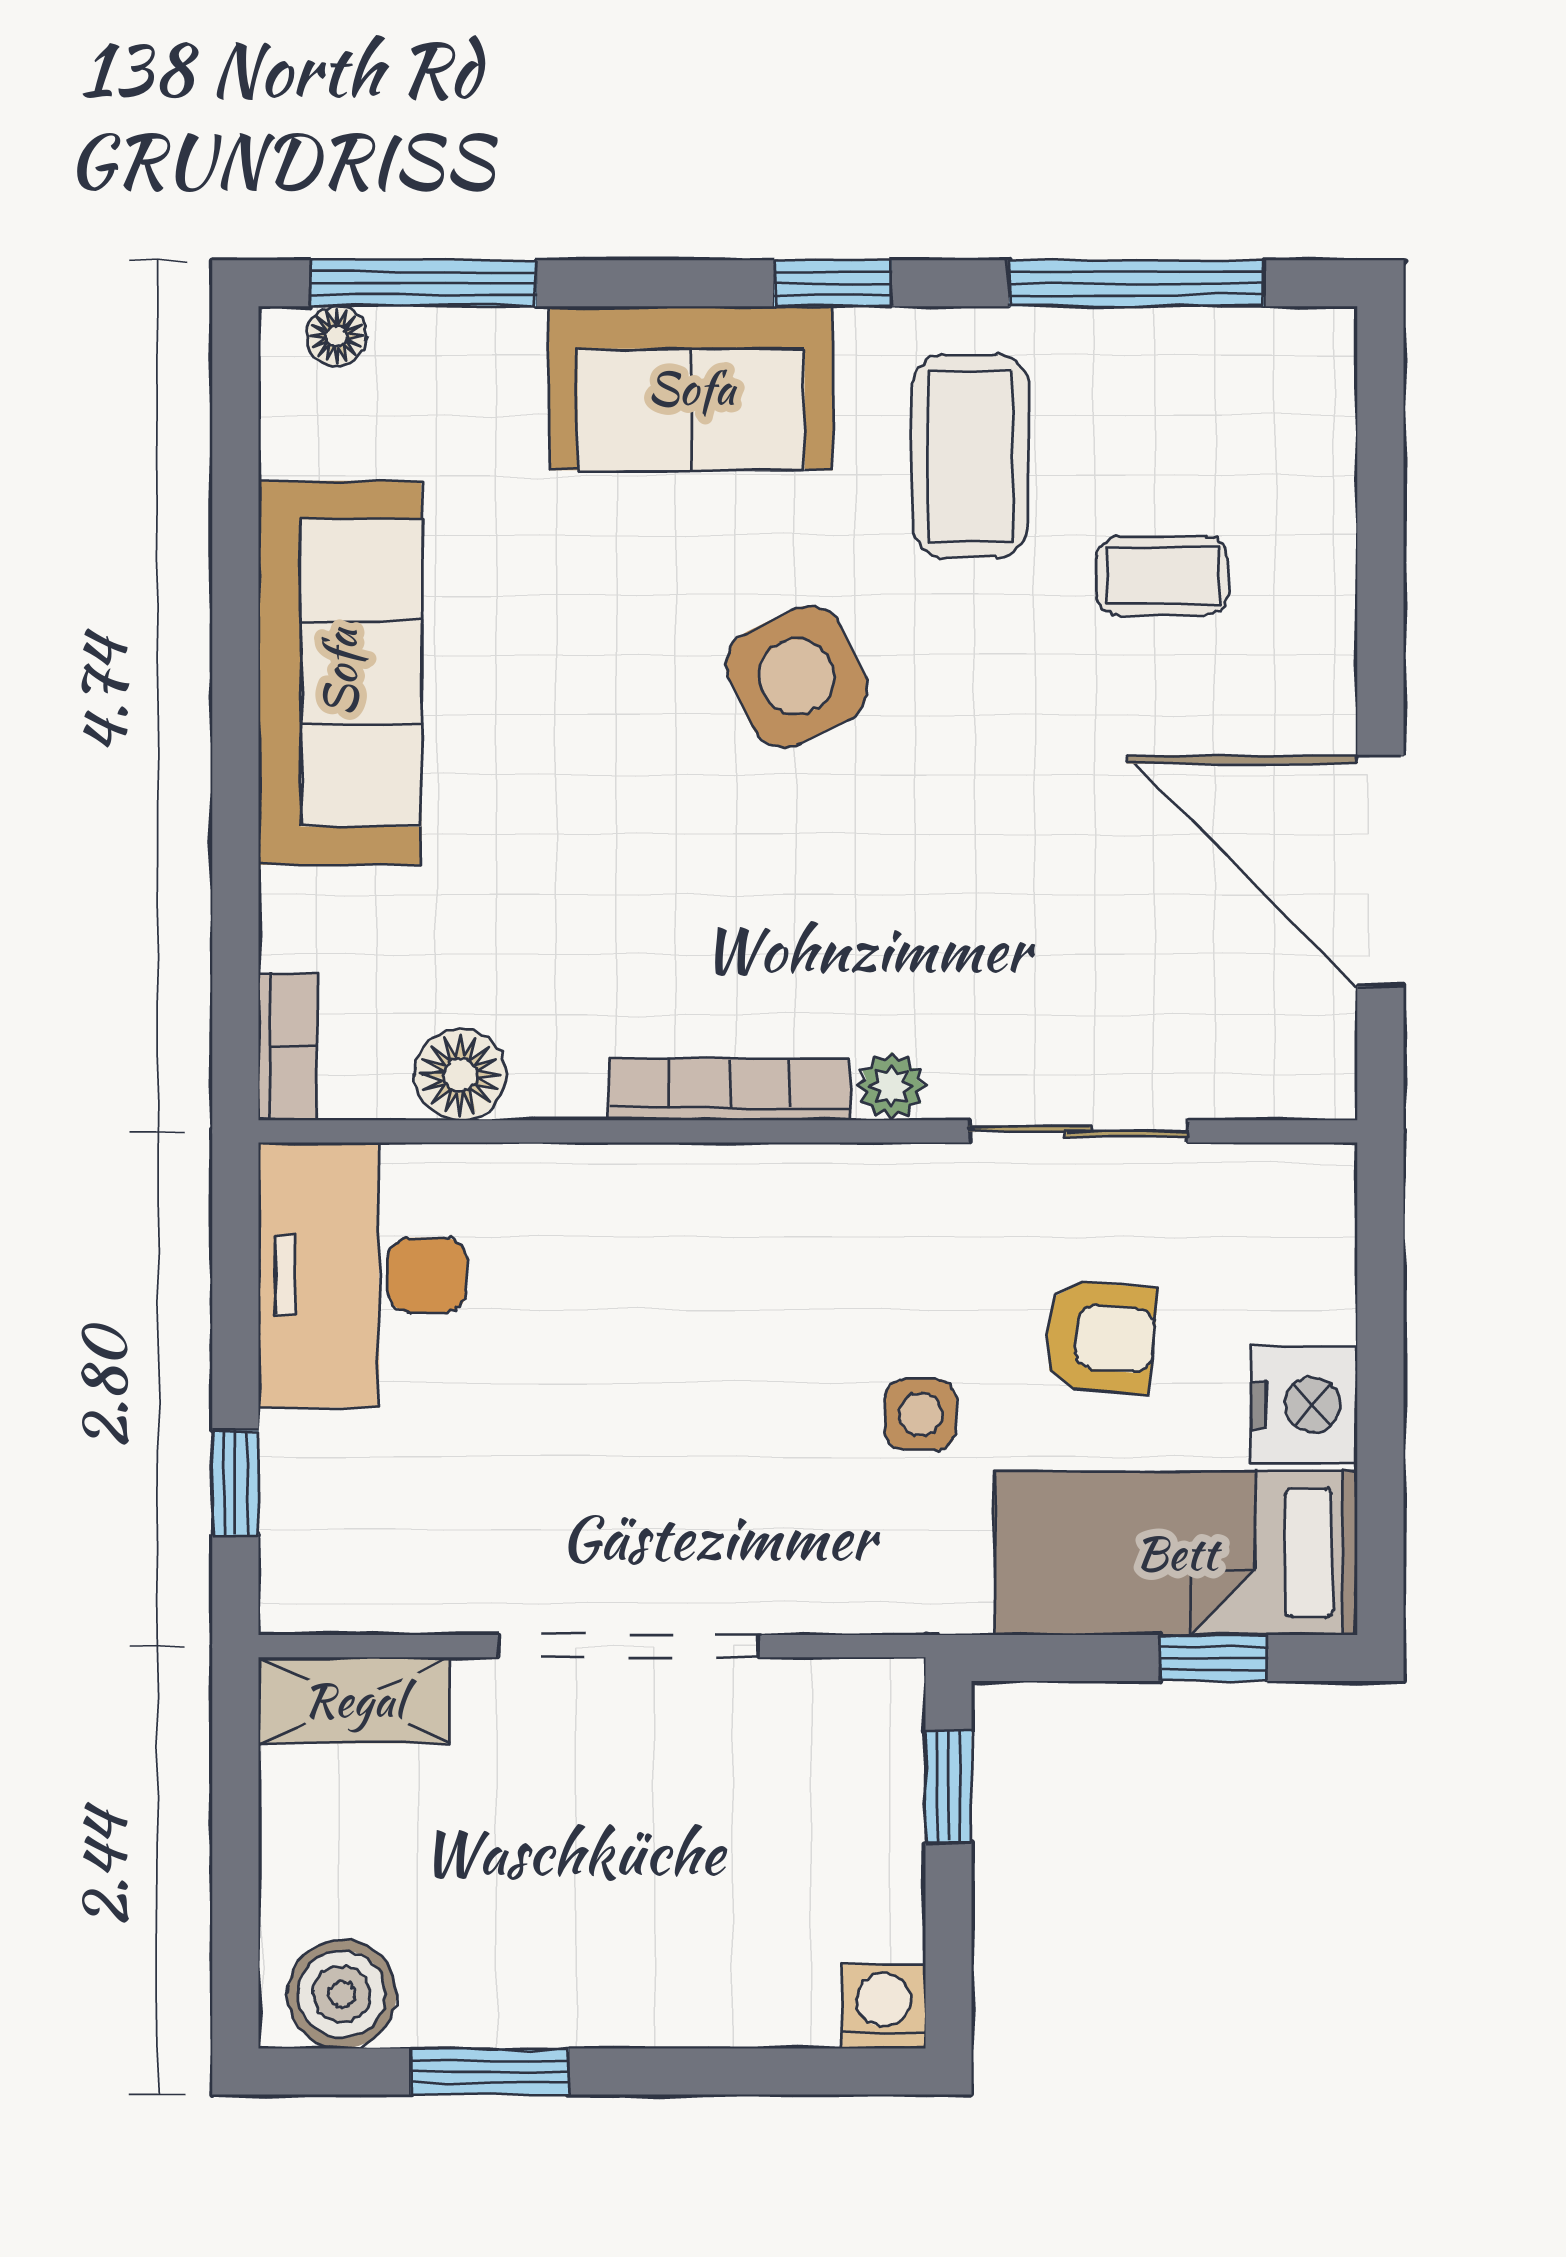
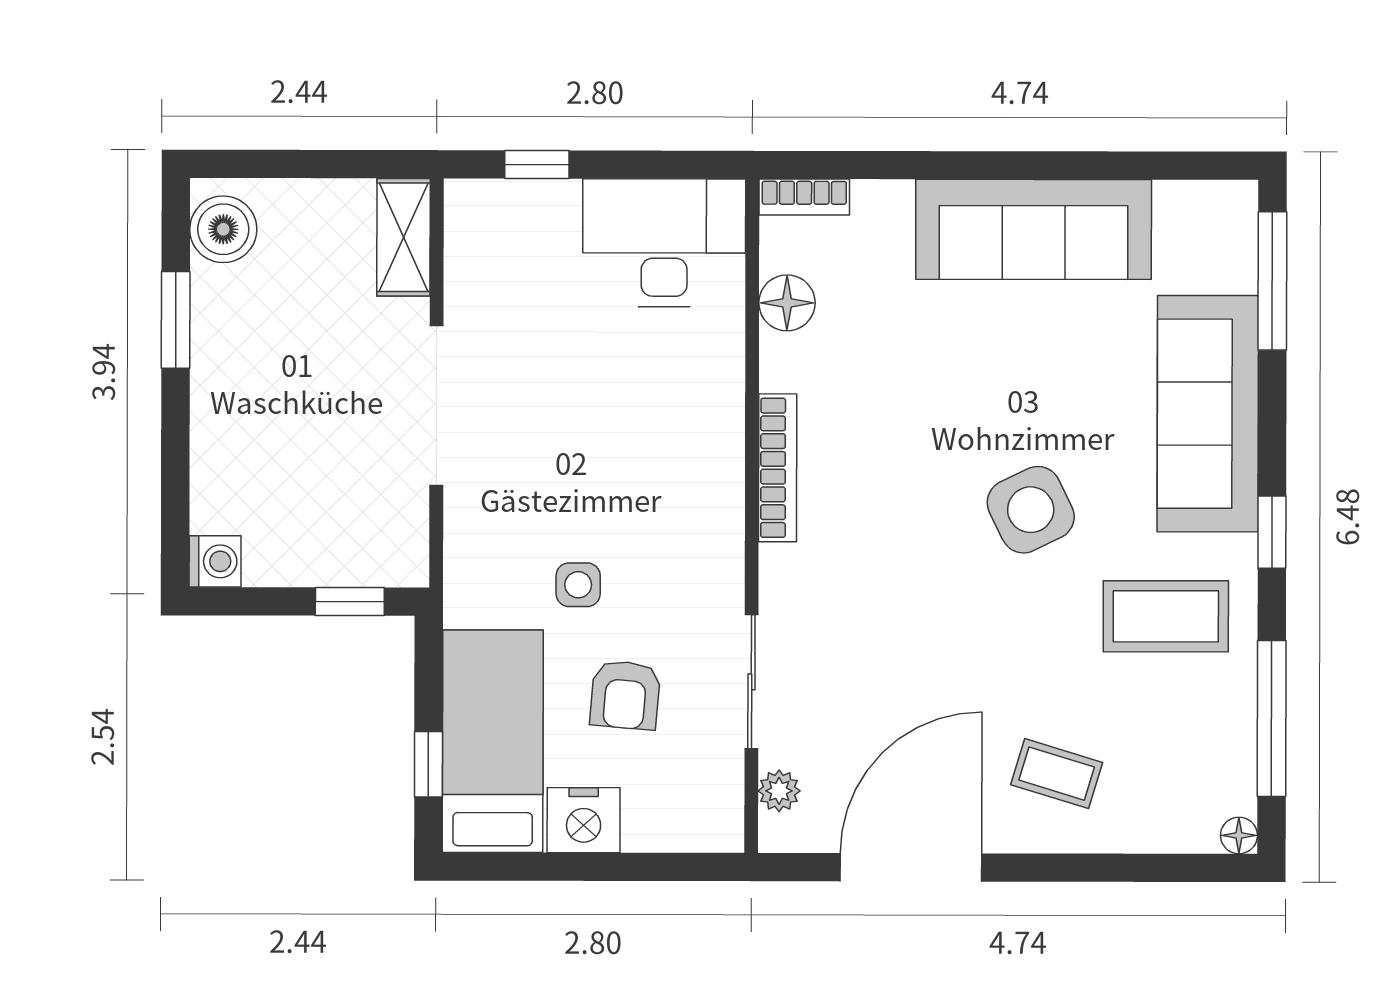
floor lamp: (336, 336) -> (1239, 835), moved
sofa: (691, 388) -> (1208, 414), width x1.36
coffee table: (1163, 576) -> (1057, 774), moved, turned -73
plant: (891, 1086) -> (779, 791), moved

